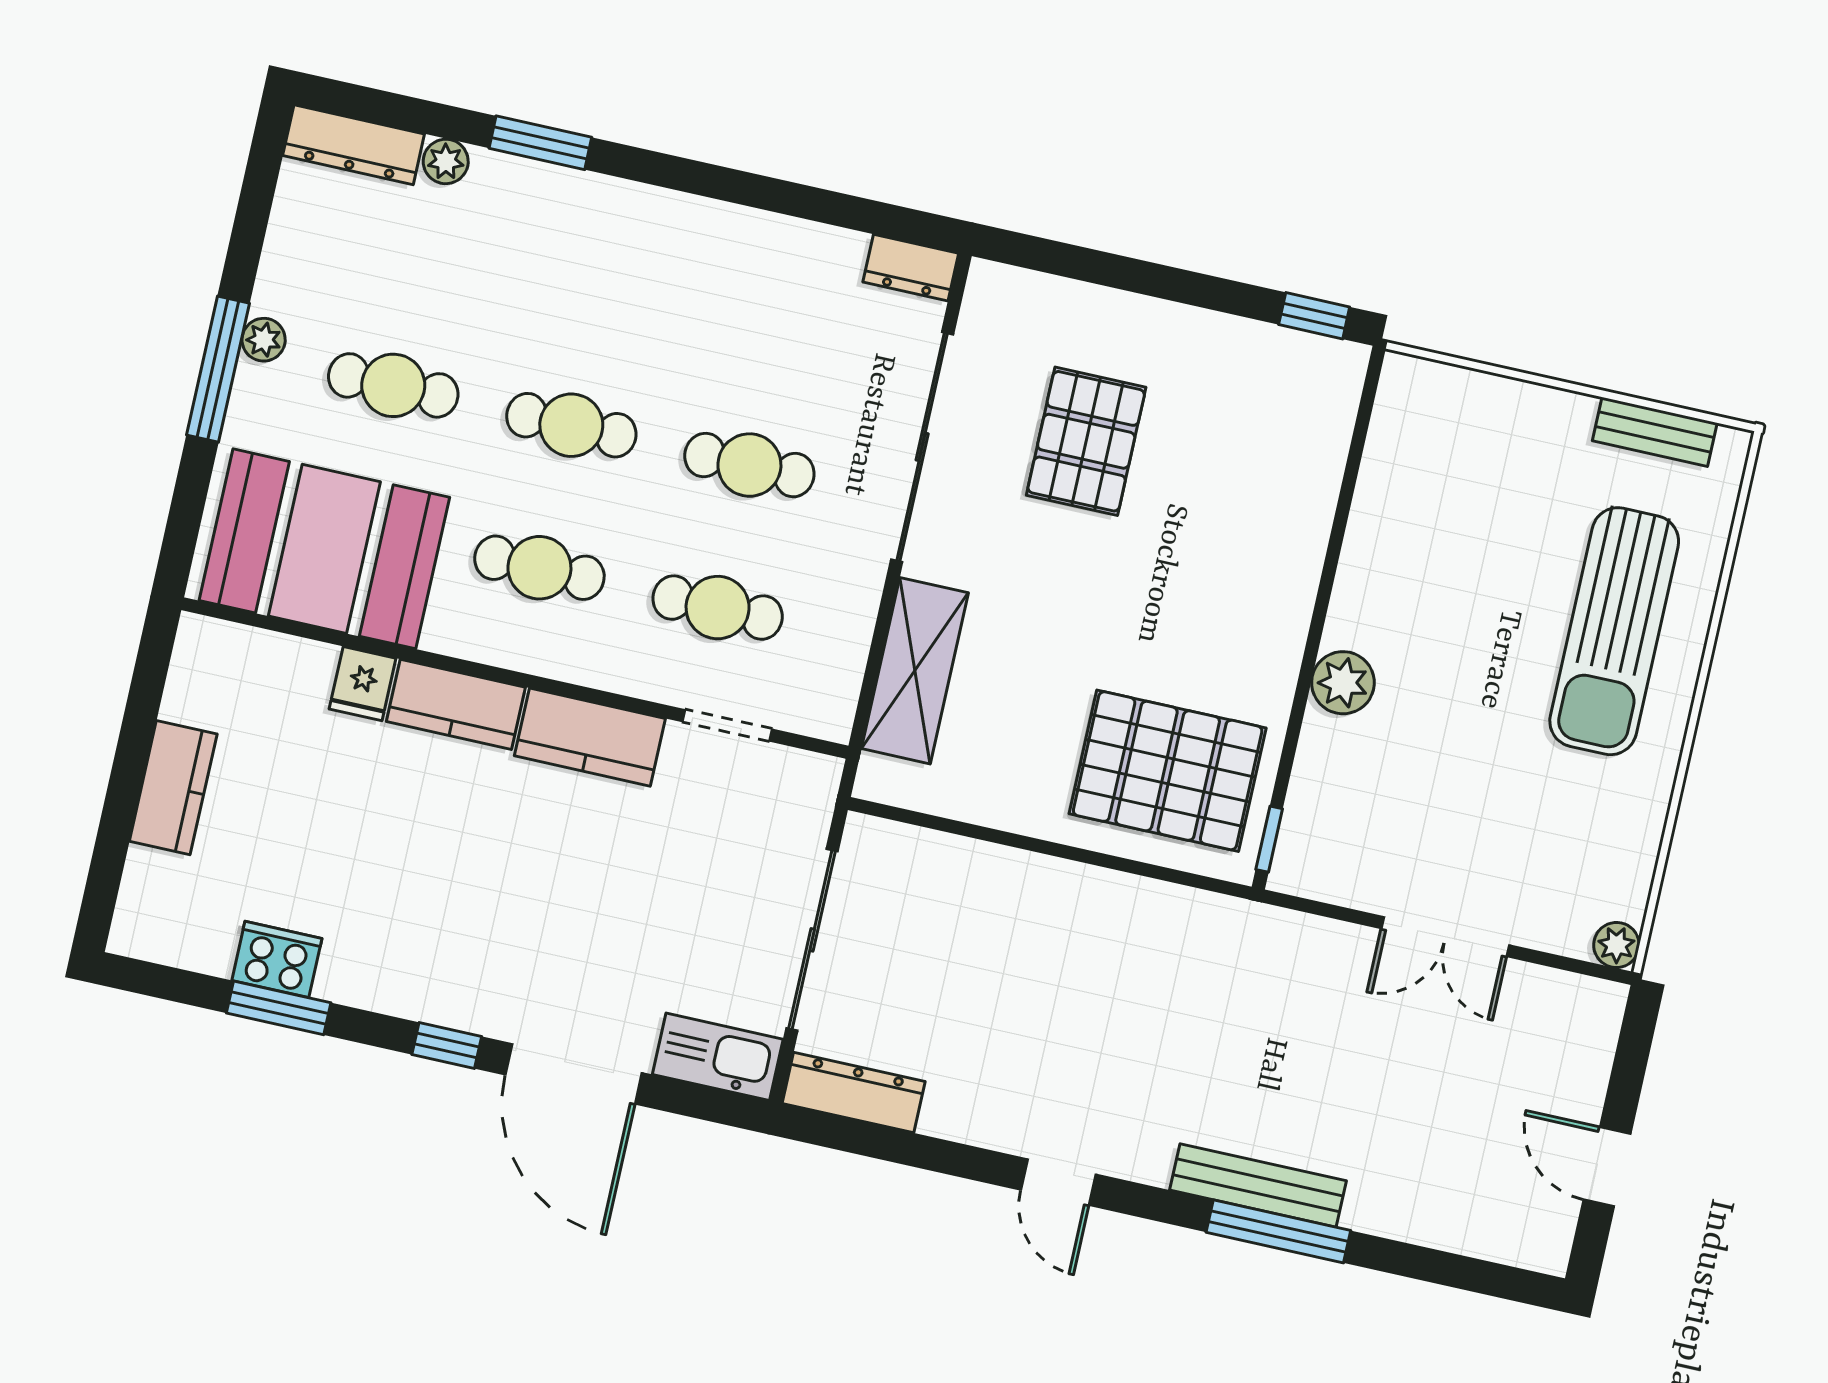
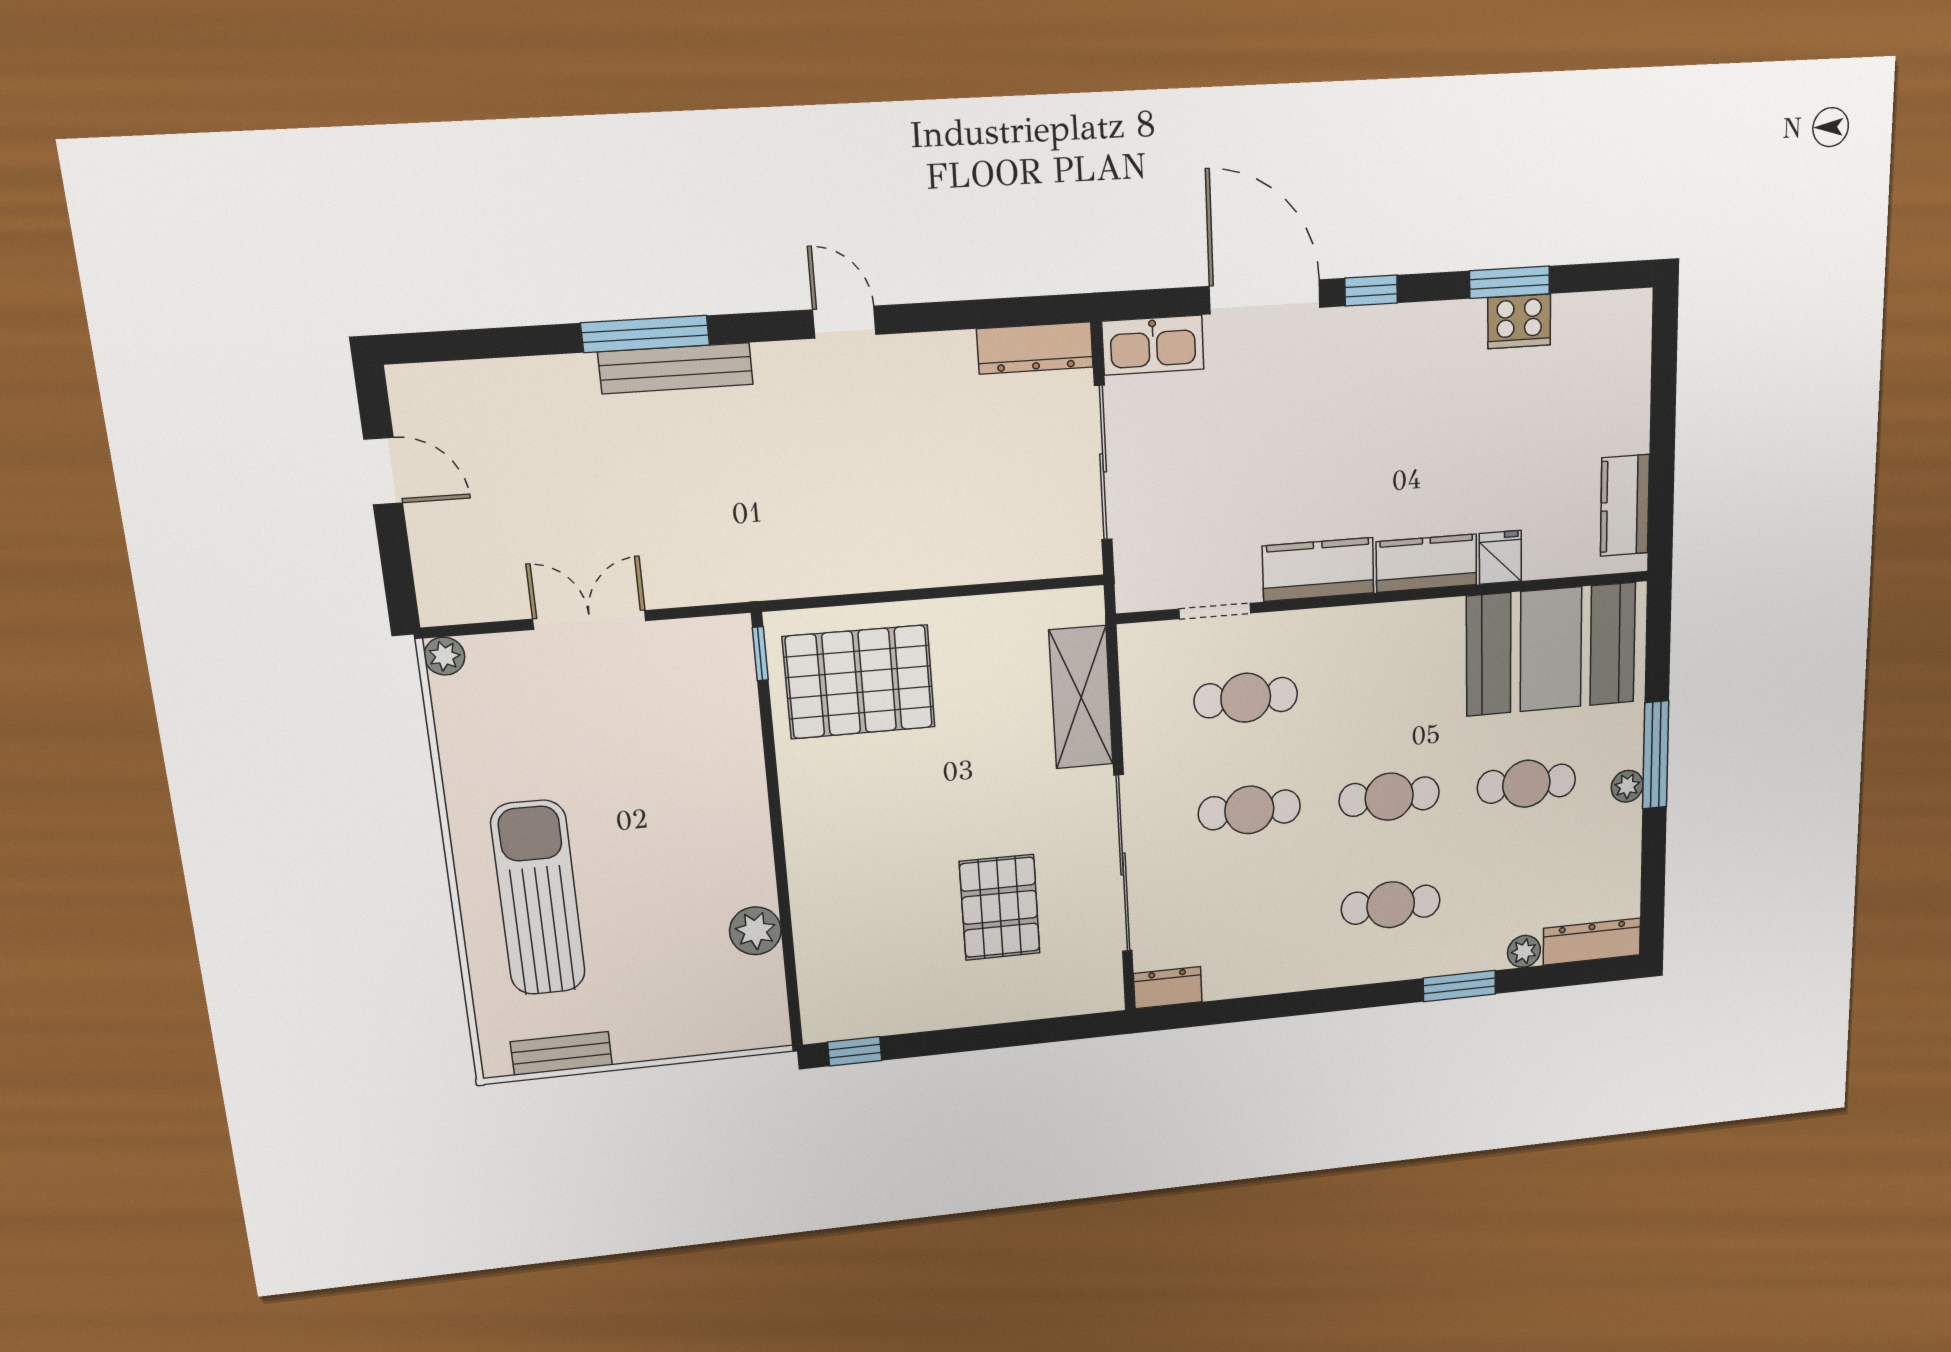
cafe table: (539, 568) -> (1391, 905), moved
plant: (1343, 683) -> (755, 931), moved
kitchen counter: (173, 788) -> (1625, 505), moved

